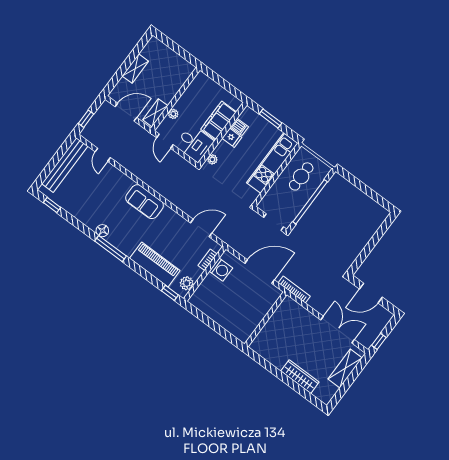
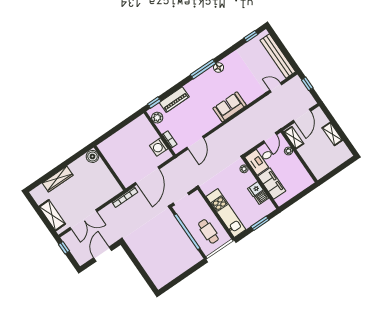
door: (165, 141) -> (270, 138), swing flipped
piano: (155, 264) -> (174, 100), width x0.73, depth x0.75
boiler: (259, 344) -> (92, 156), added

